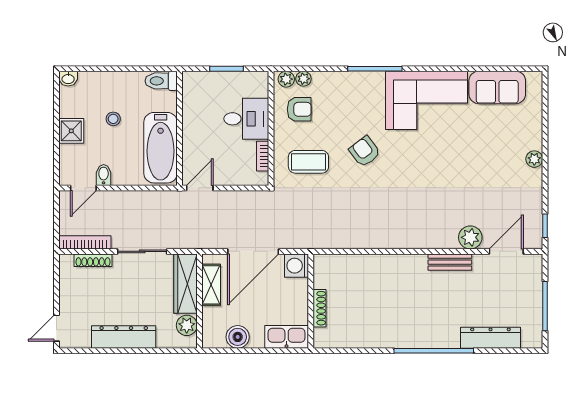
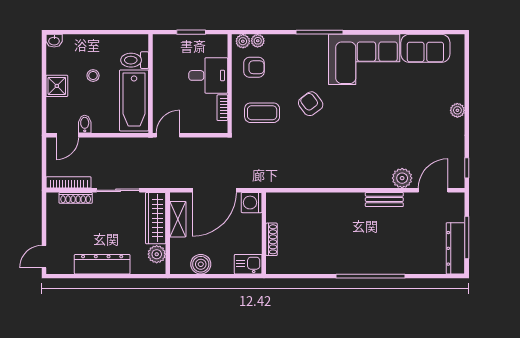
toilet: (161, 81) -> (135, 60), moved
kitchen sink: (287, 337) -> (248, 264), width x0.73
dresser: (490, 338) -> (455, 248), moved, turned -90

